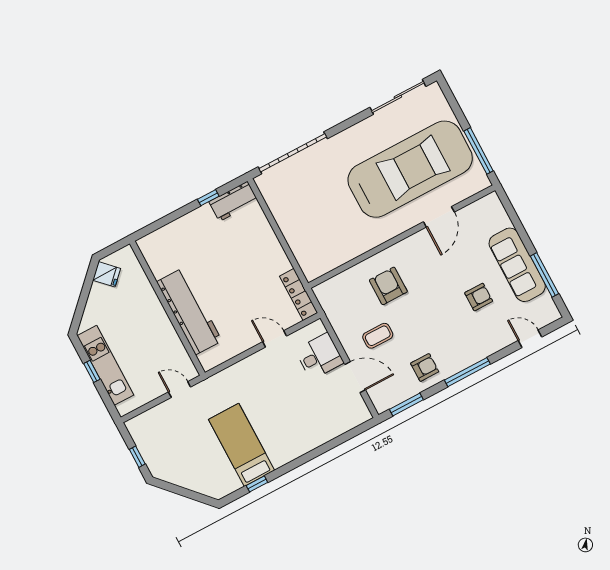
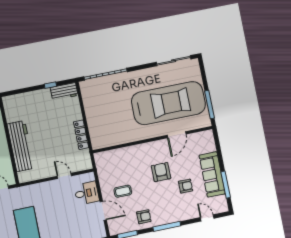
armchair: (388, 286) -> (161, 172), moved
locker: (299, 294) -> (81, 135), moved

